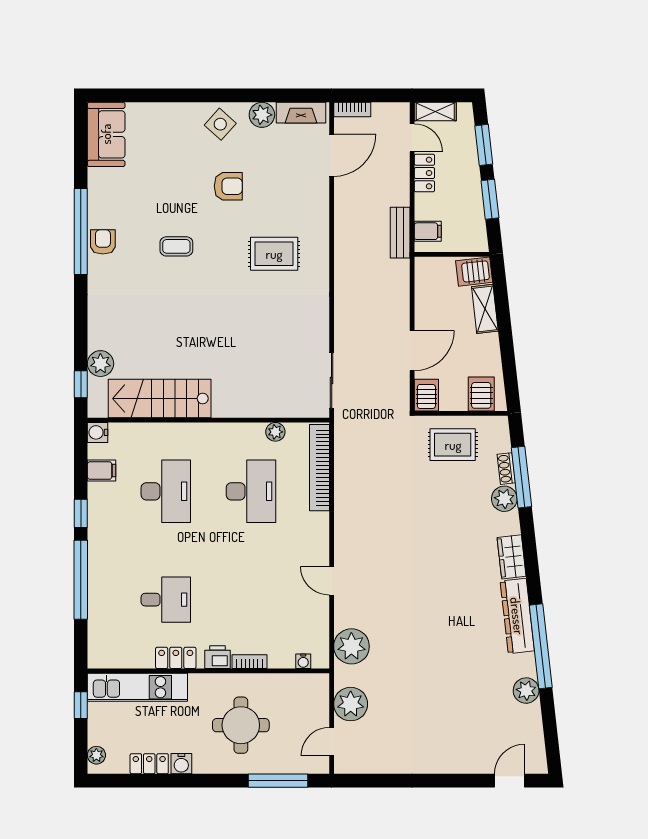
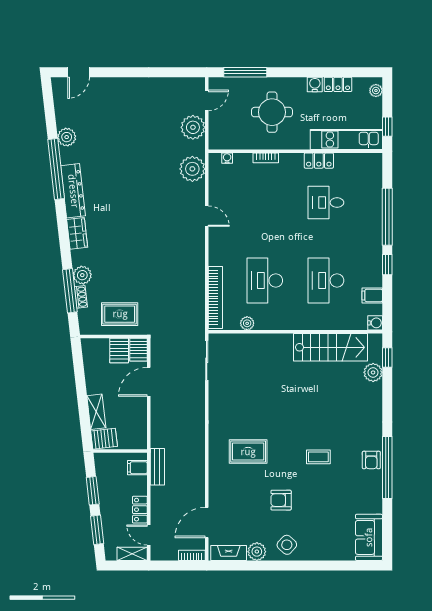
server rack: (481, 394) -> (119, 351), moved
printer: (218, 657) -> (289, 161), removed

